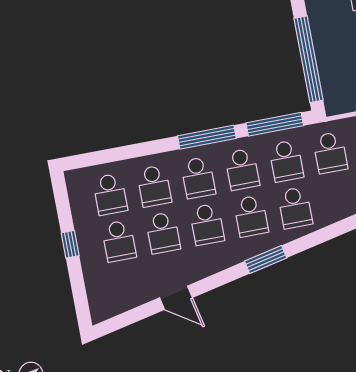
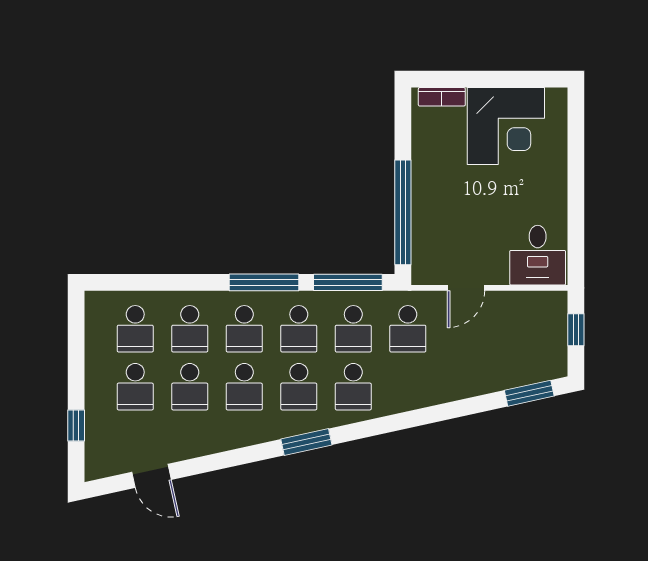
window: (70, 244) -> (76, 426), moved
door: (176, 298) -> (152, 476), moved

